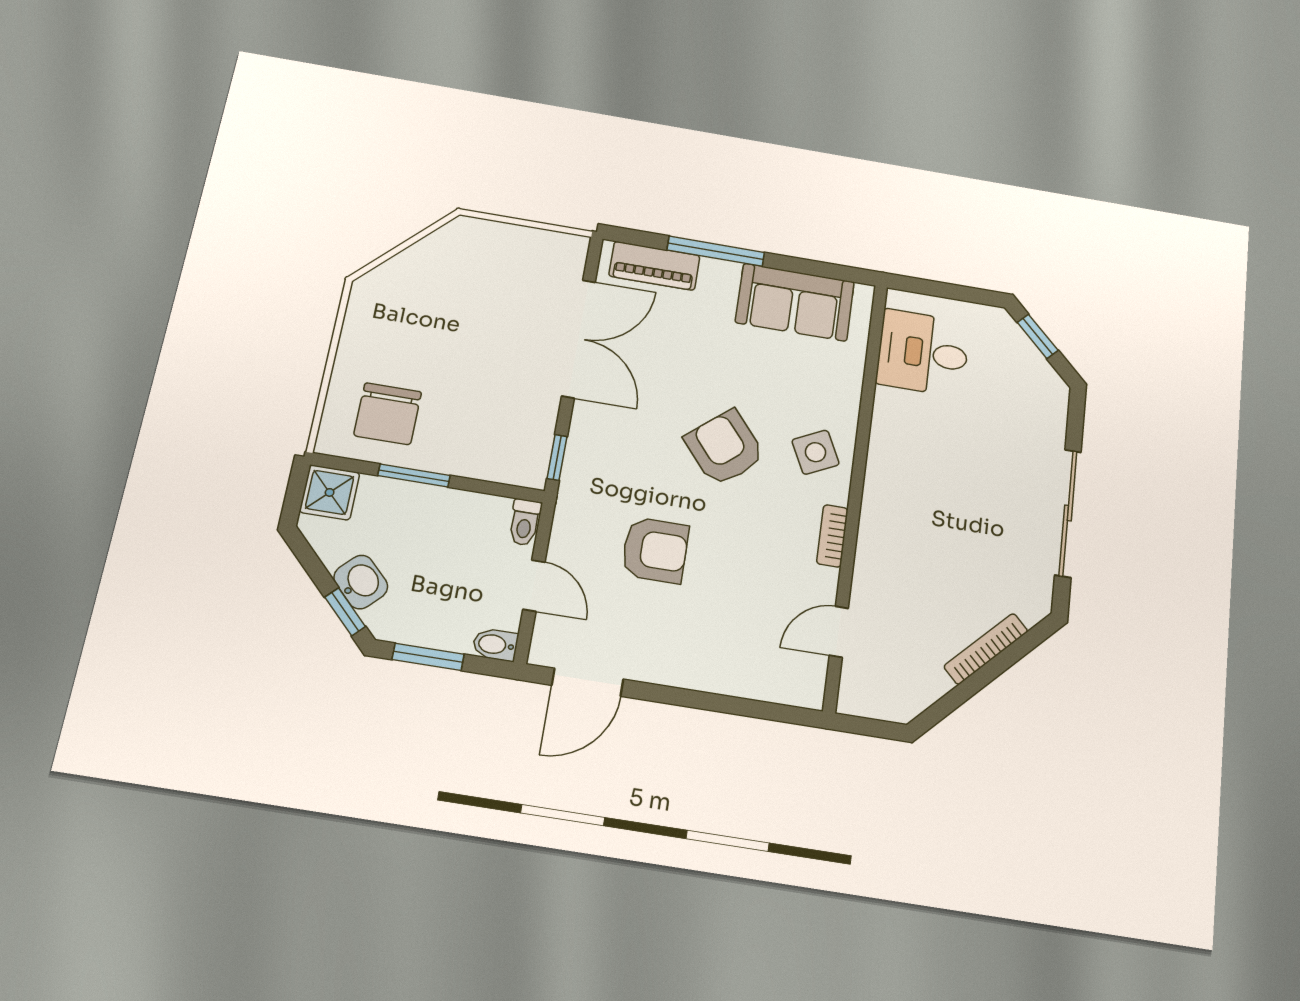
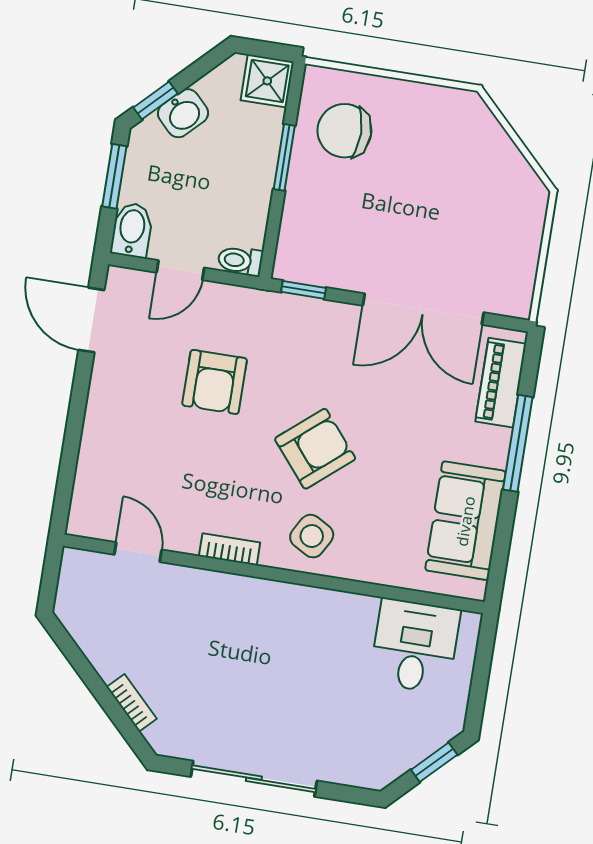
side table: (816, 452) -> (312, 536), turned -35
bidet: (495, 645) -> (132, 230), width x1.38, depth x1.36
bookcase: (986, 649) -> (132, 703), width x0.64

